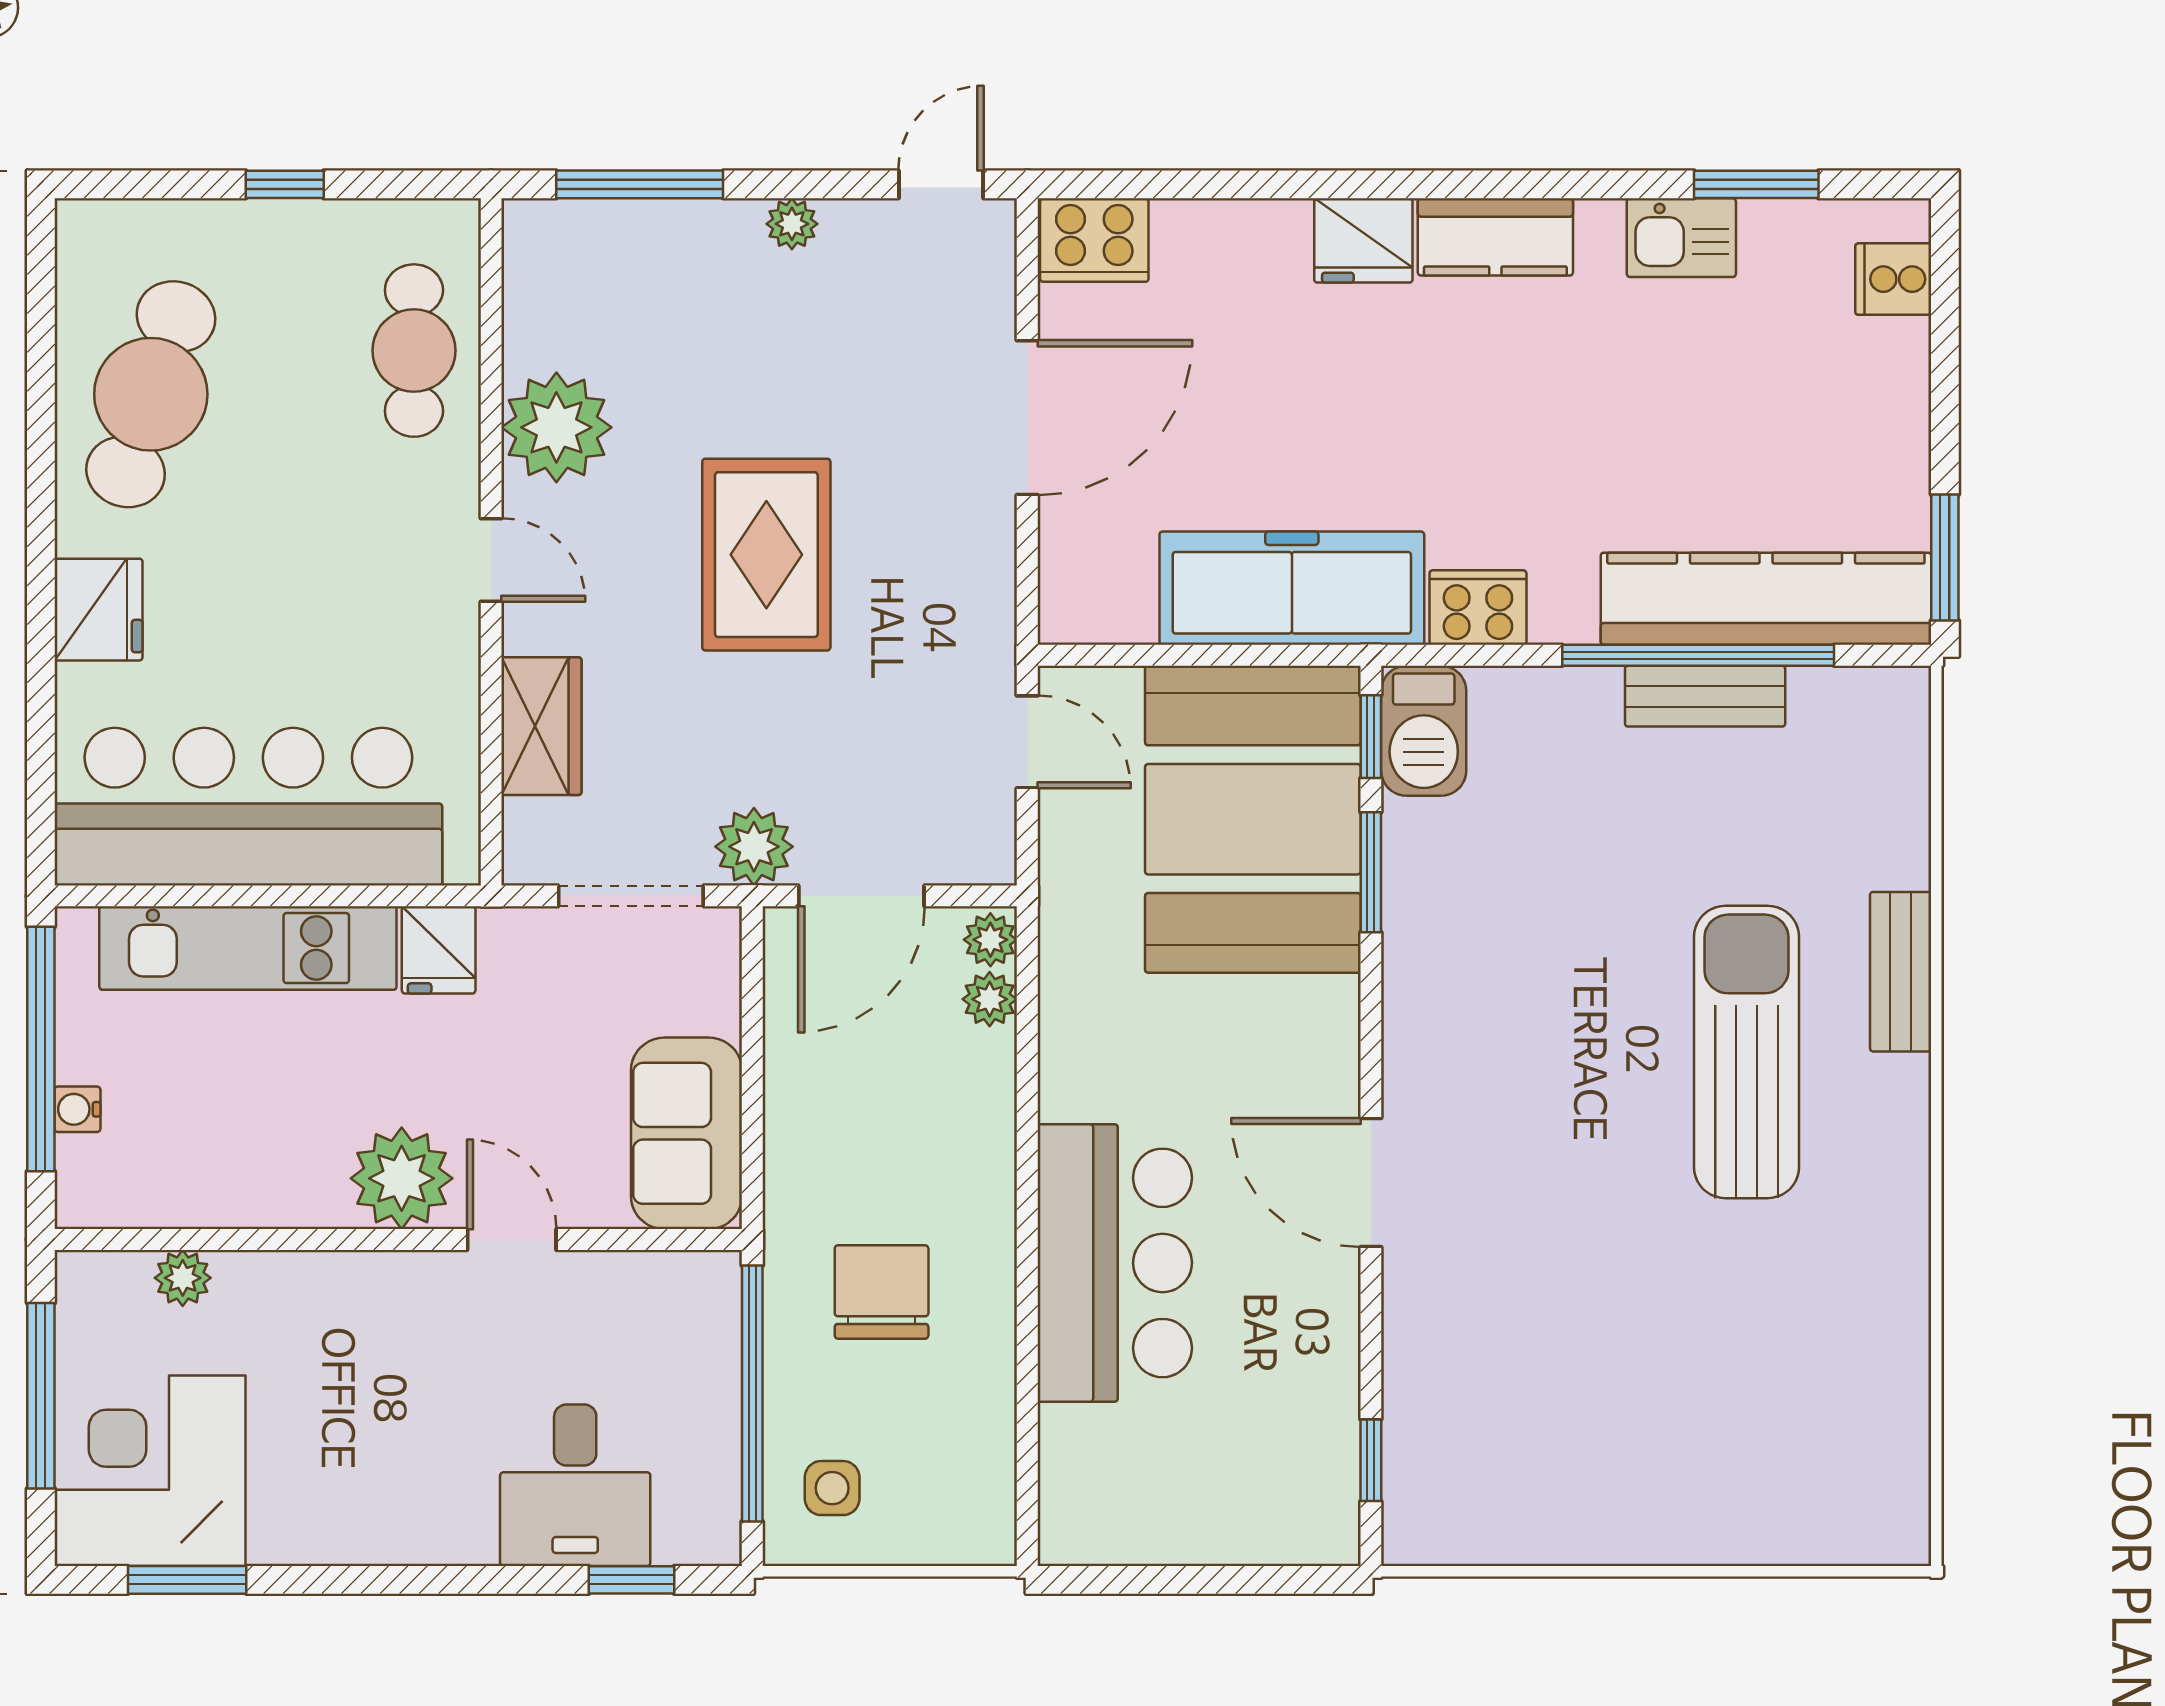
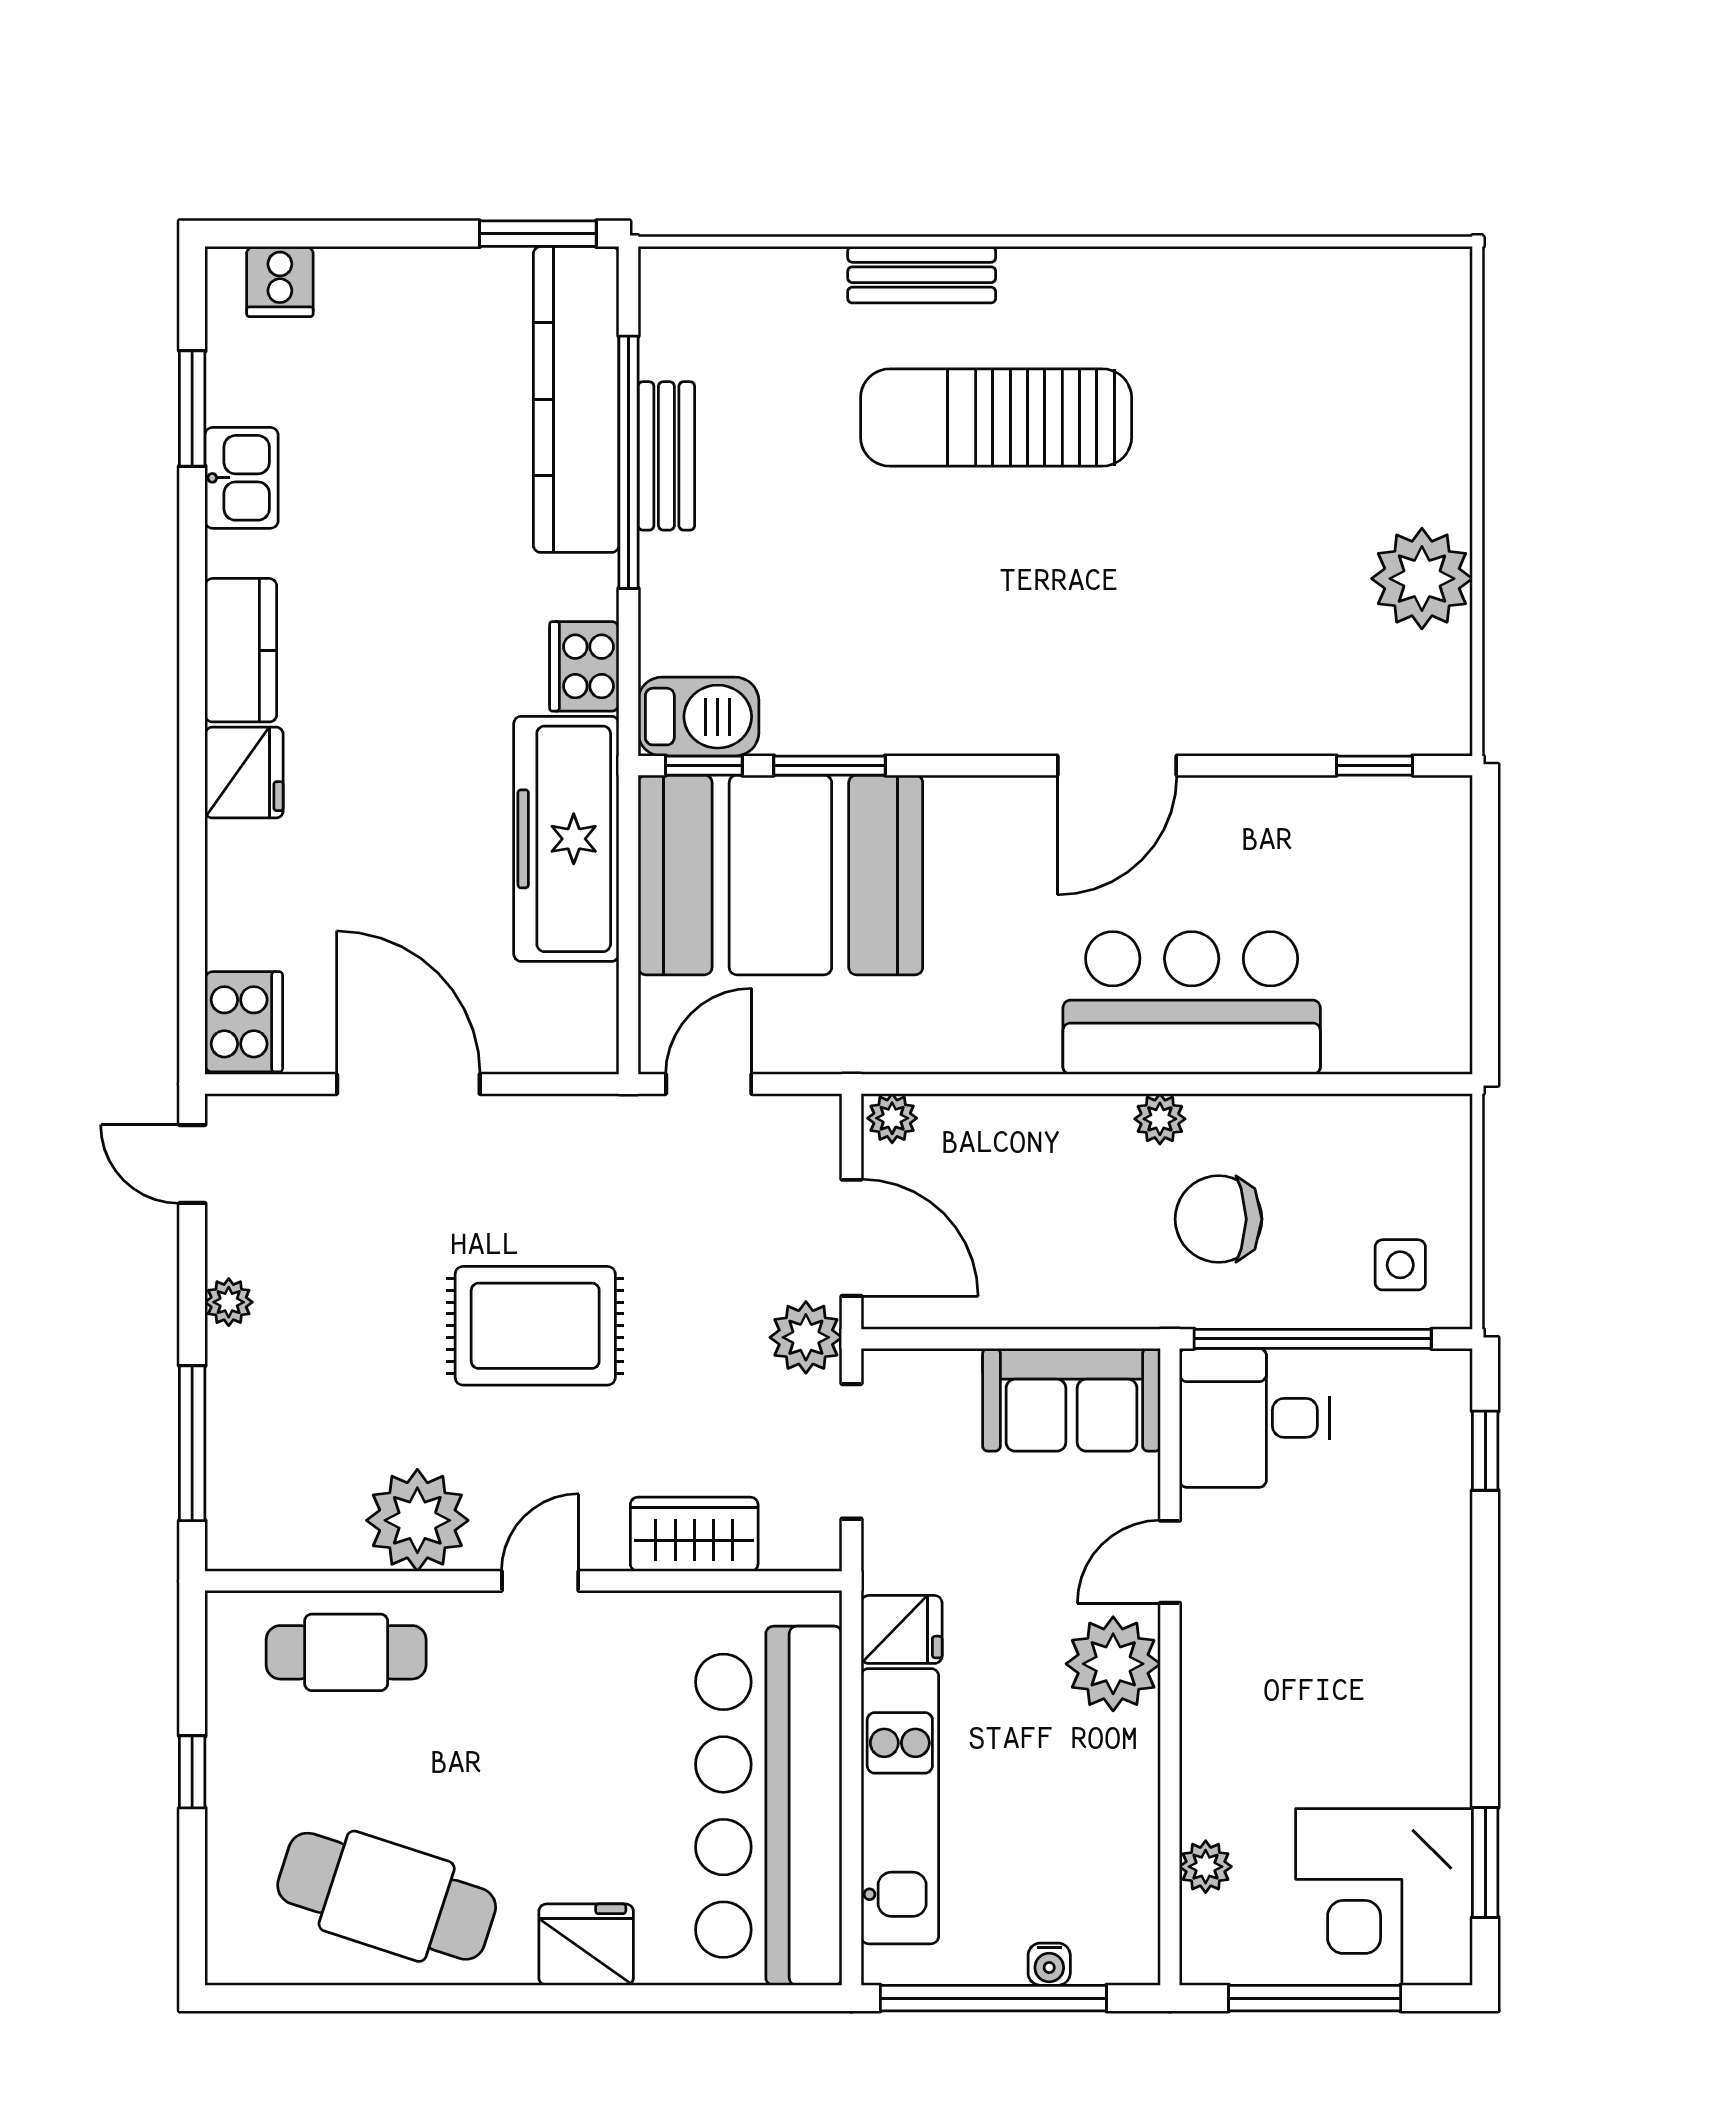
plant: (990, 999) -> (1160, 1119), moved
desk: (575, 1485) -> (1254, 1418), moved, turned 180
plant: (1573, 1512) -> (1422, 579), added

